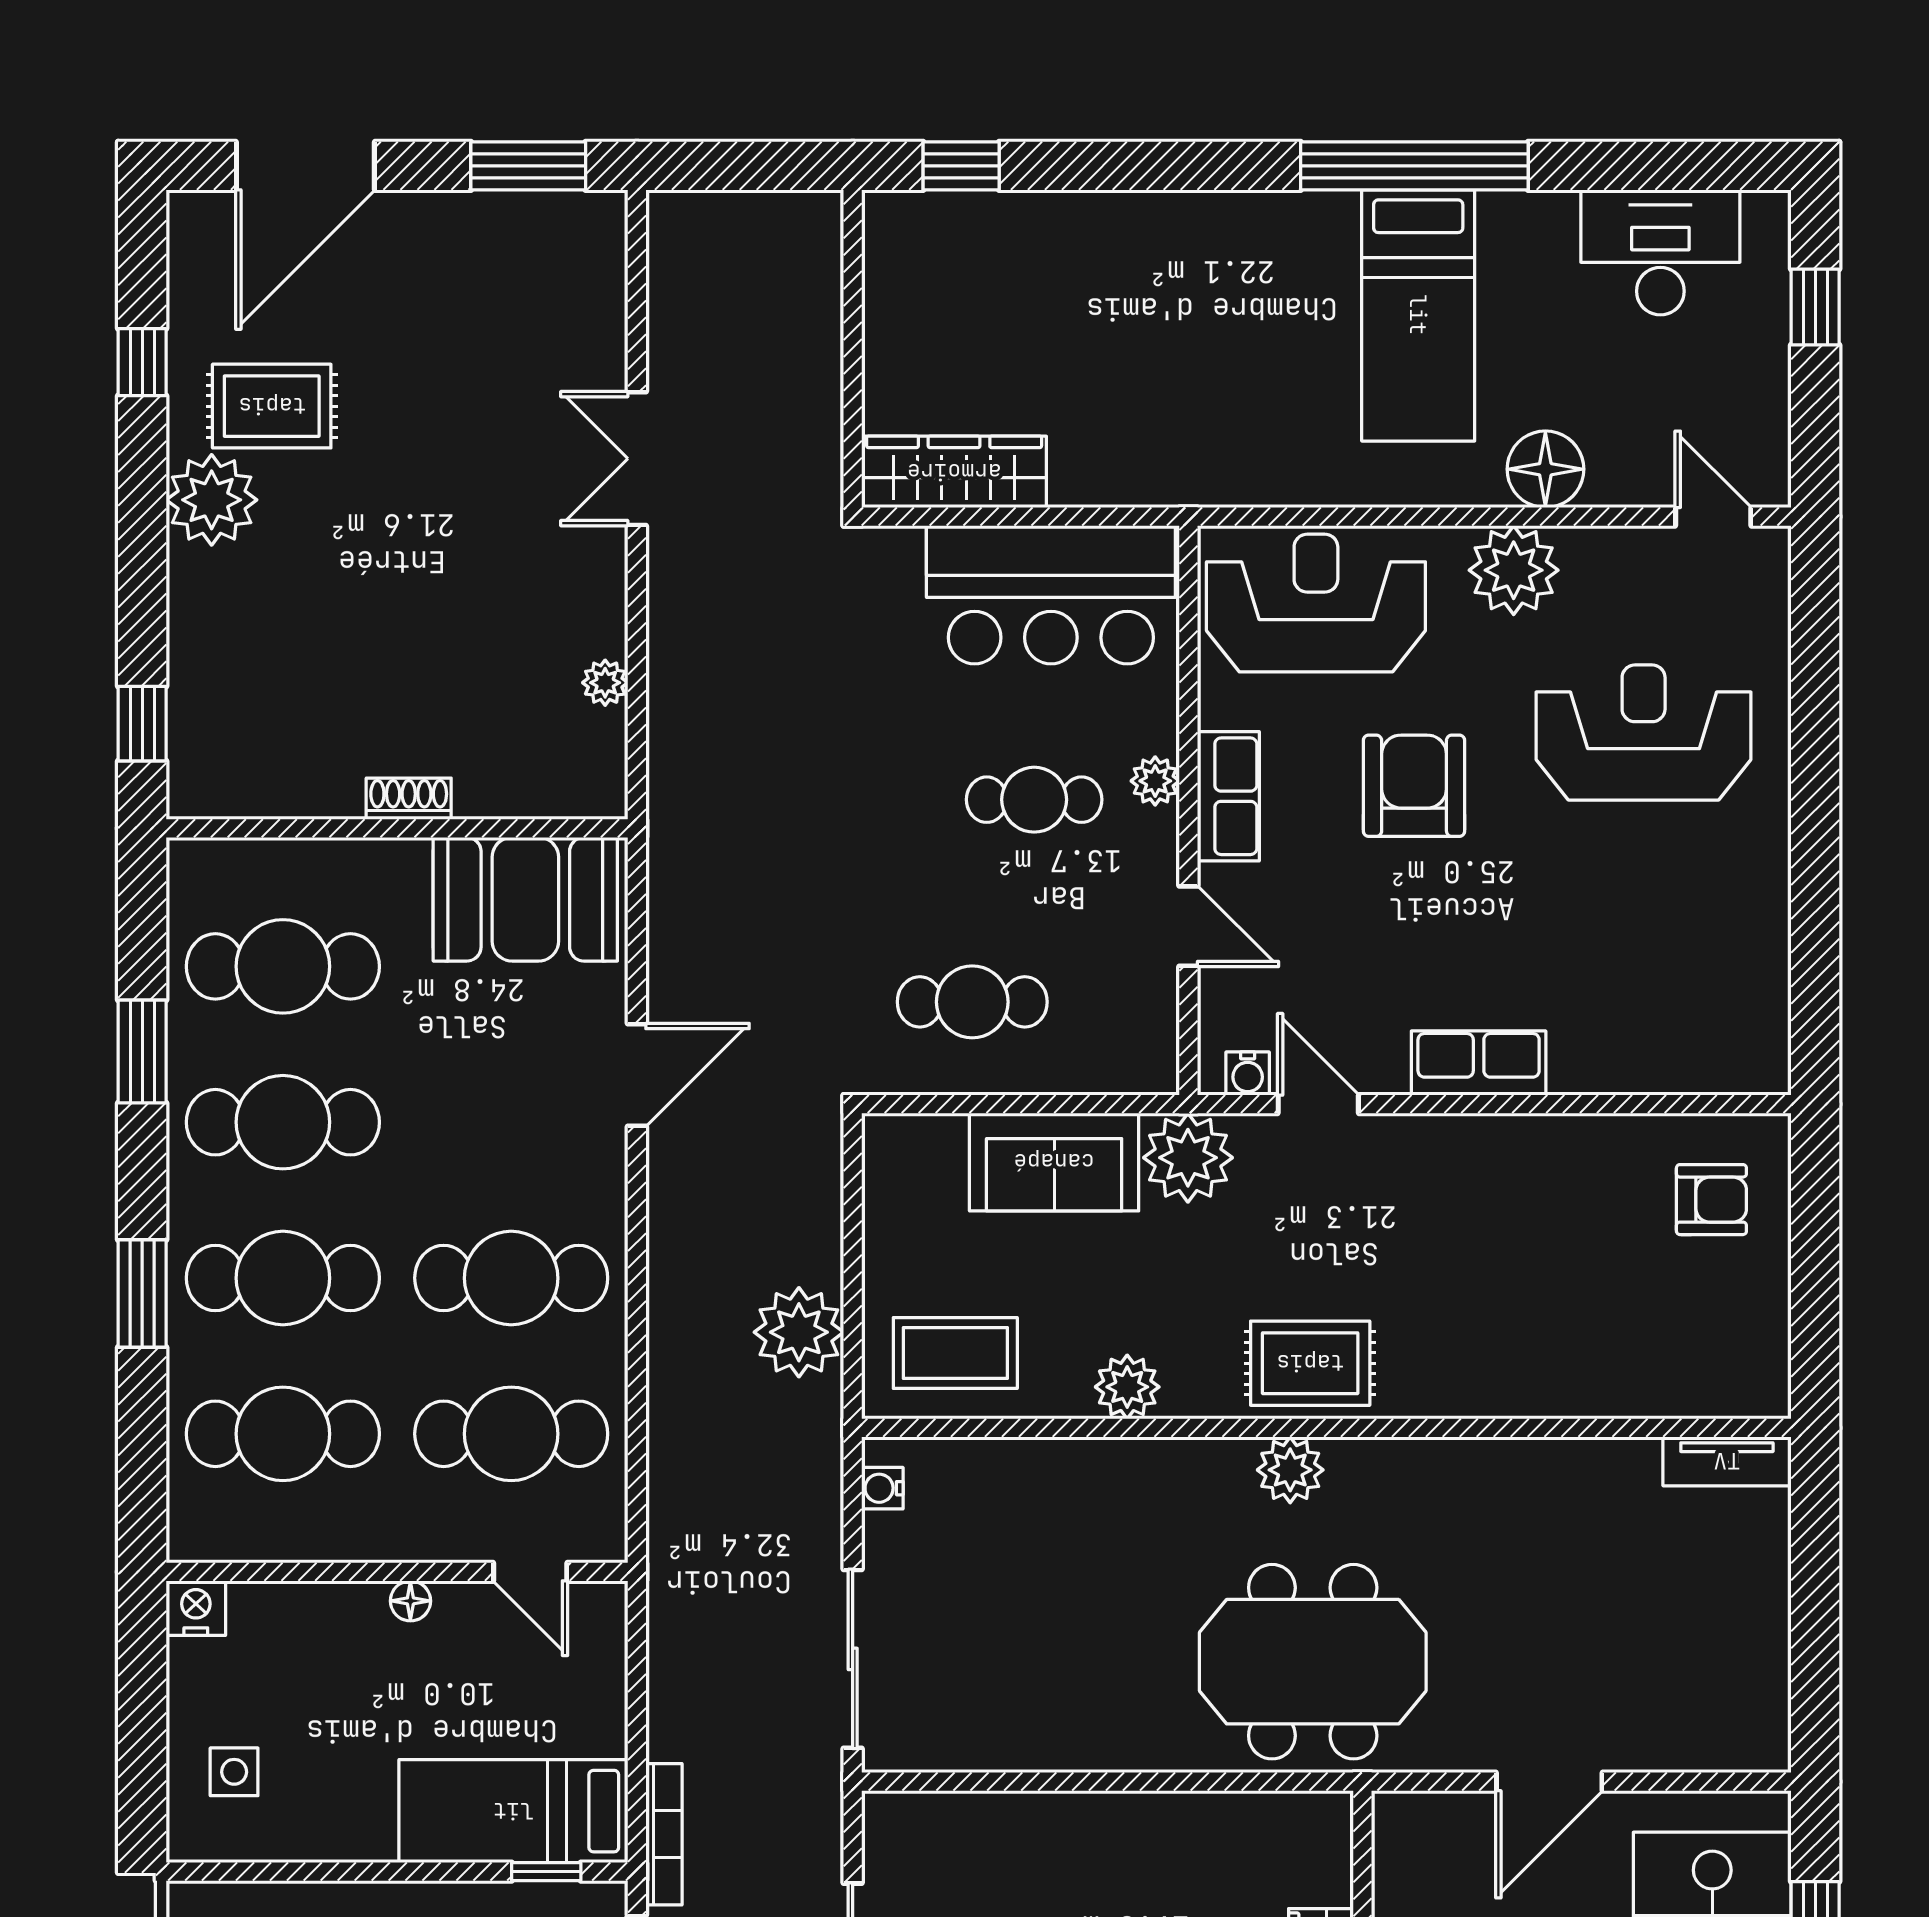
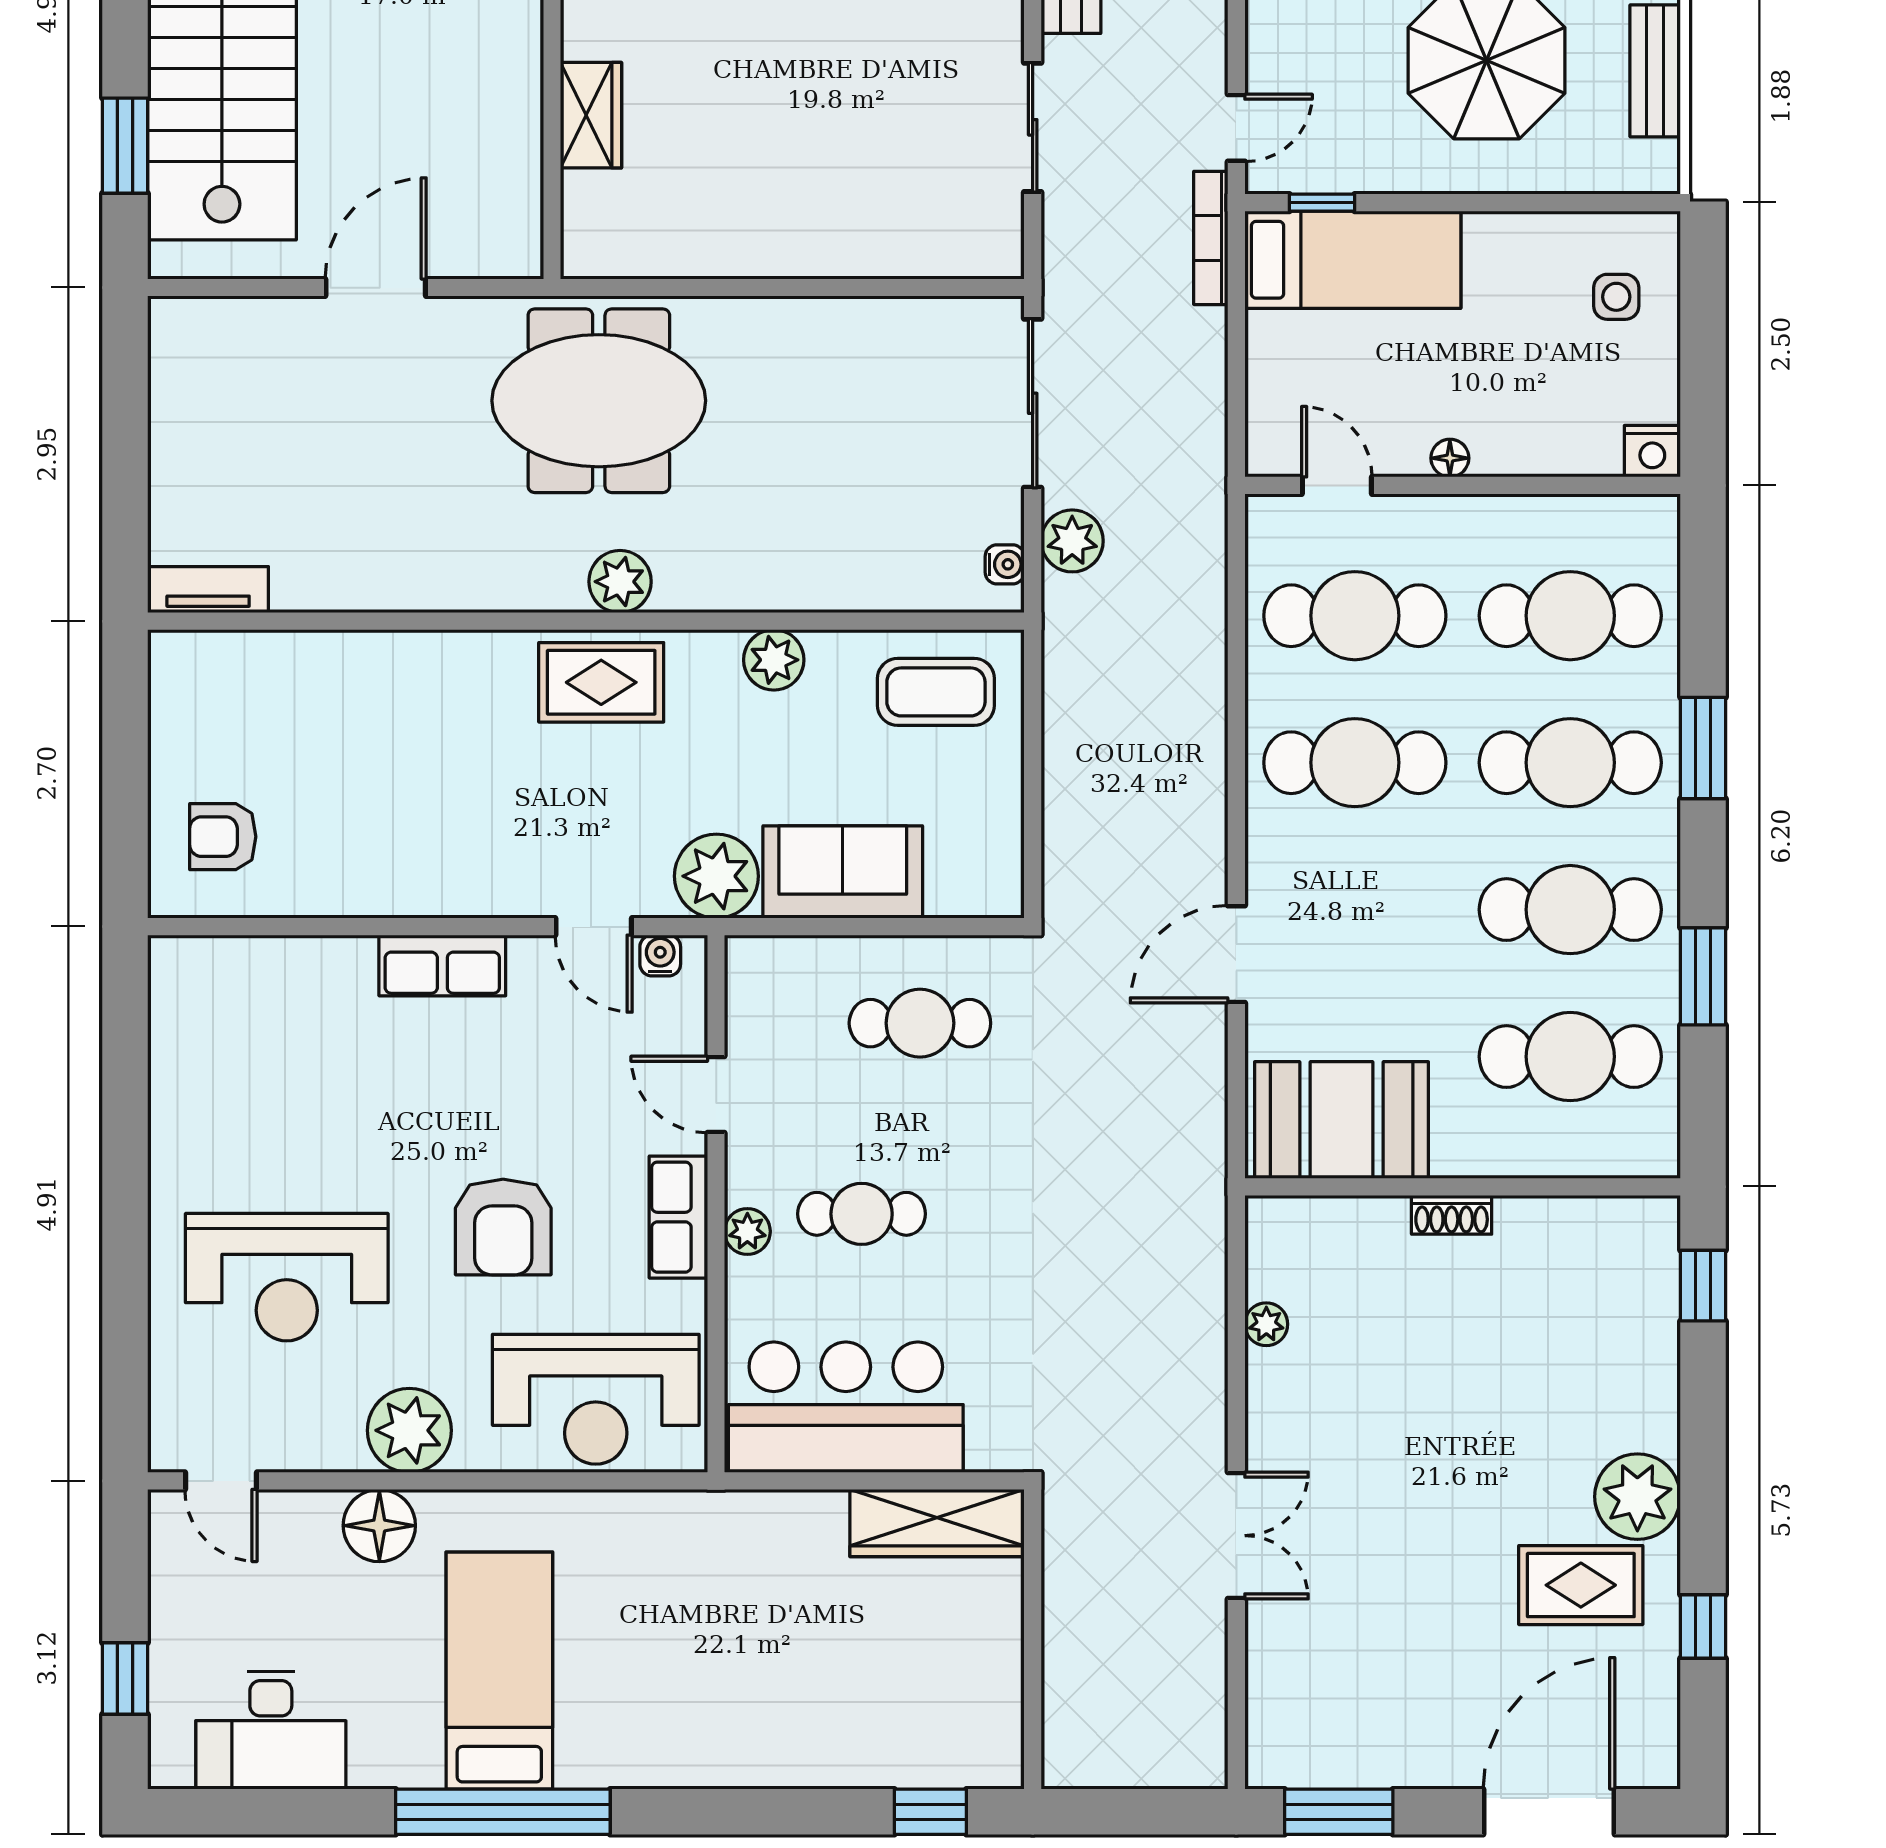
plant: (799, 1332) -> (1072, 541), moved, width x0.73, depth x0.73

